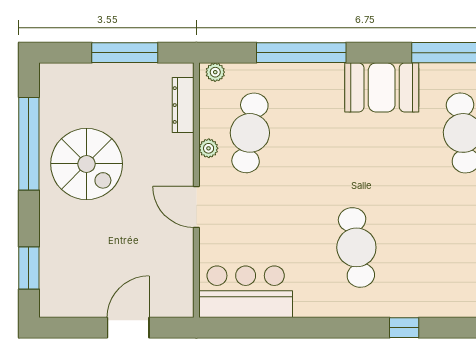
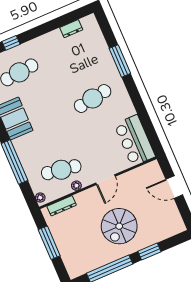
spiral stairs: (87, 164) -> (119, 226), moved, turned 180
window: (29, 268) -> (149, 252), moved
window: (404, 328) -> (120, 61), width x2.17

